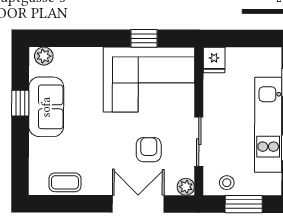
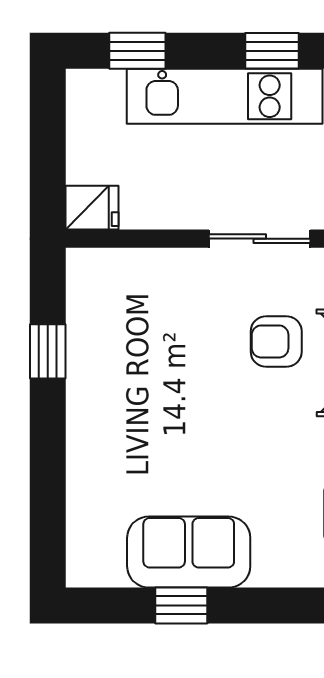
plant: (44, 56) -> (84, 557), removed
corner sofa: (149, 80) -> (132, 341), removed

